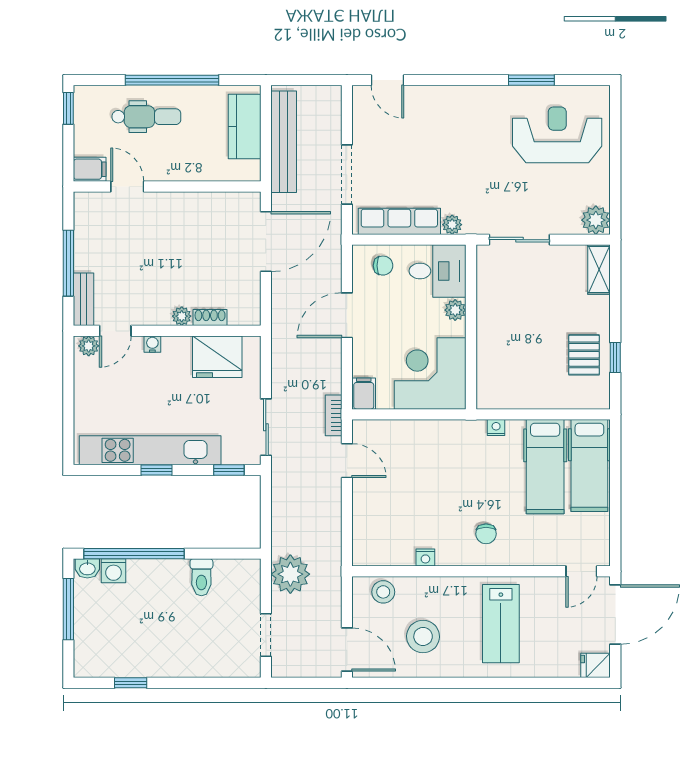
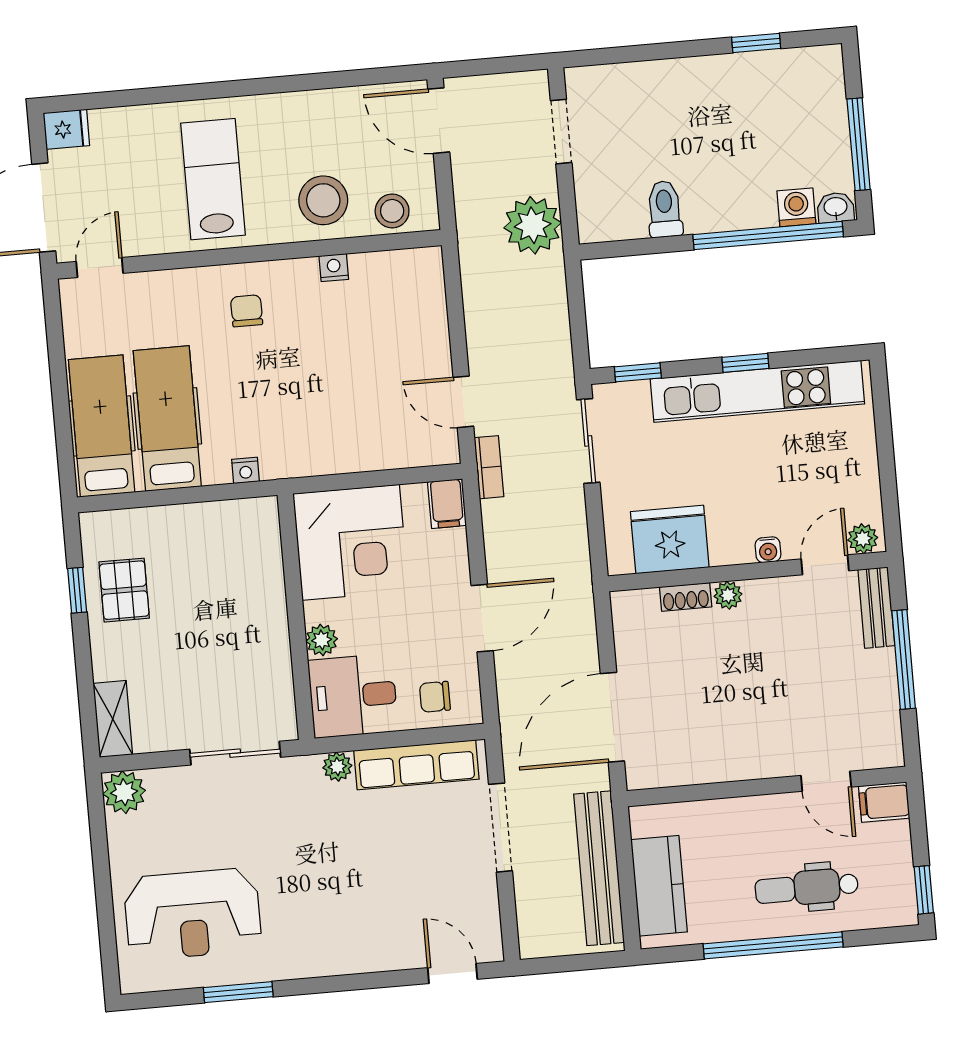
stool: (423, 636) -> (323, 200), moved

